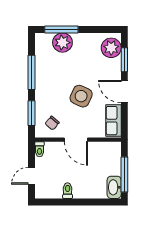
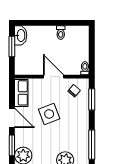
window: (31, 72) -> (92, 145), moved
side table: (81, 96) -> (49, 114), turned 45
window: (124, 174) -> (12, 46), width x0.69
door: (31, 176) -> (92, 45), removed

